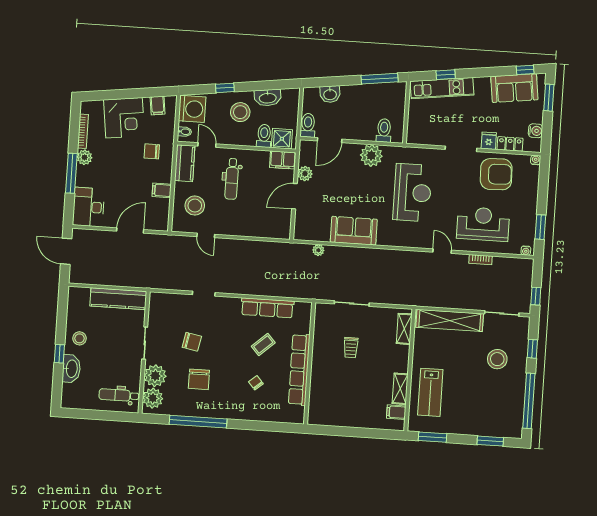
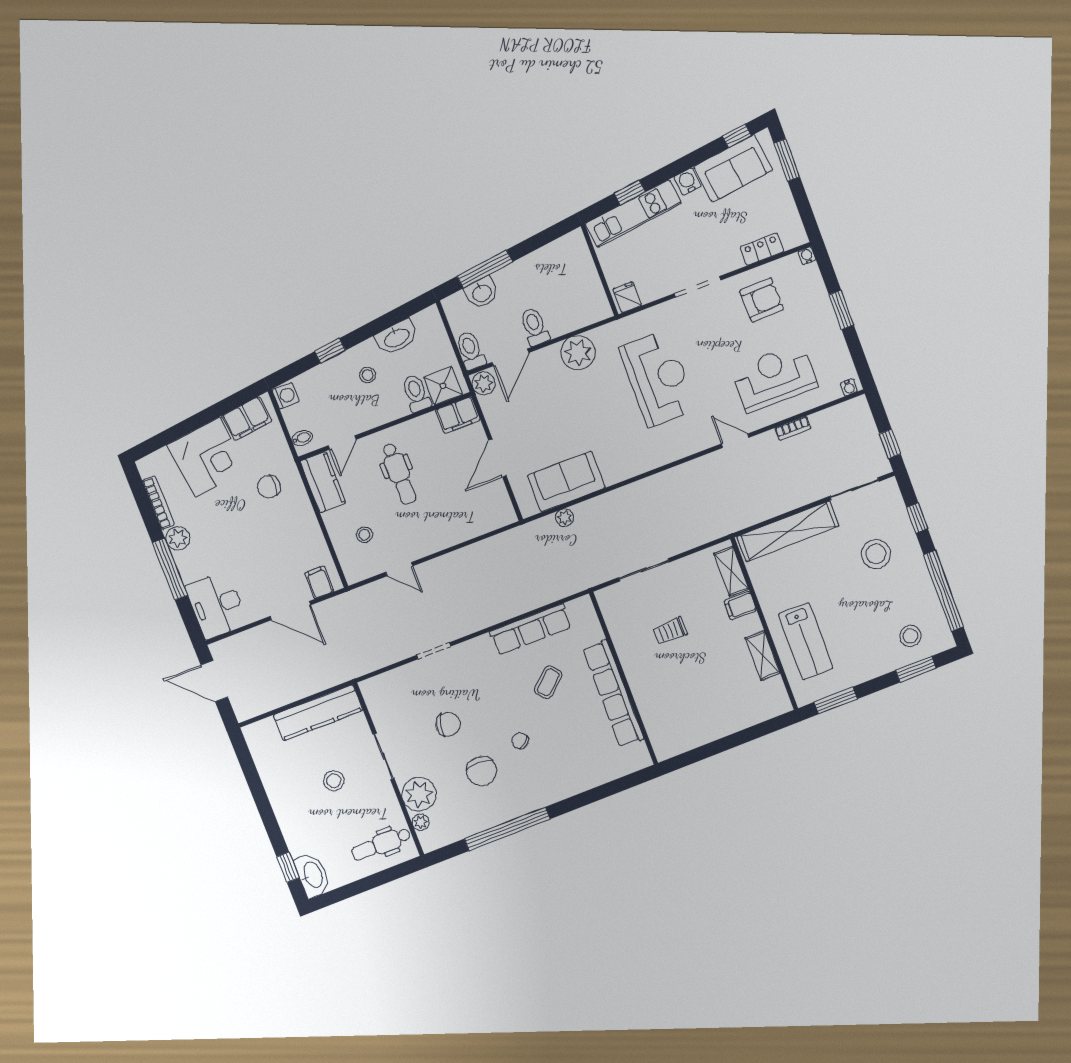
window: (380, 79) -> (485, 269), moved
filing cabinet: (158, 105) -> (247, 419), width x2.00
washing machine: (192, 109) -> (286, 396), width x0.53, depth x0.53
stool: (240, 112) -> (368, 375), width x0.53, depth x0.53
toilet: (384, 130) -> (535, 327), moved
water cooler: (535, 131) -> (688, 182), moved, turned -97
fridge: (489, 141) -> (627, 297), moved
door: (207, 145) -> (342, 442), swing flipped
plant: (305, 174) -> (484, 383), moved
armchair: (496, 174) -> (762, 300), width x0.73, depth x0.73
filing cabinet: (162, 190) -> (319, 582), moved, turned 90
stool: (195, 206) -> (365, 535), width x0.53, depth x0.53
window: (540, 227) -> (841, 310), moved
door: (130, 230) -> (290, 611), swing flipped
sofa: (354, 231) -> (566, 482), moved
stool: (80, 338) -> (334, 781), moved
trolley: (351, 348) -> (670, 631), turned 90
window: (59, 354) -> (288, 867), moved
washbasin: (71, 369) -> (312, 875), moved
chair: (256, 383) -> (520, 741), moved
plant: (153, 398) -> (421, 822), width x0.53, depth x0.53
filing cabinet: (396, 412) -> (740, 606), moved
stool: (496, 419) -> (910, 636), added

